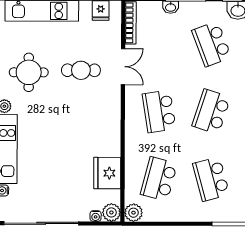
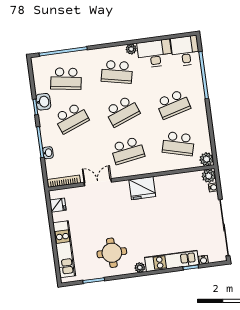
cafe table: (81, 70) -> (105, 214), removed
school desk: (211, 111) -> (122, 111), turned -39
fridge: (107, 173) -> (142, 188), moved

